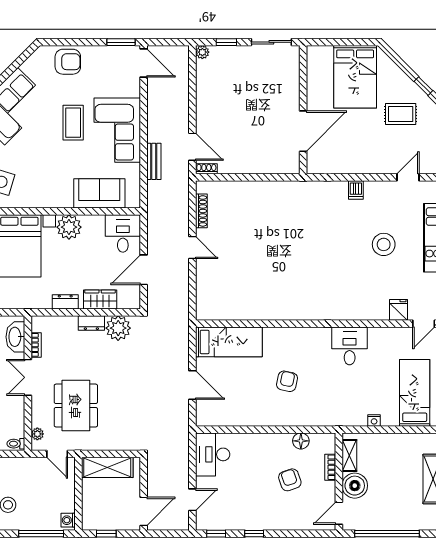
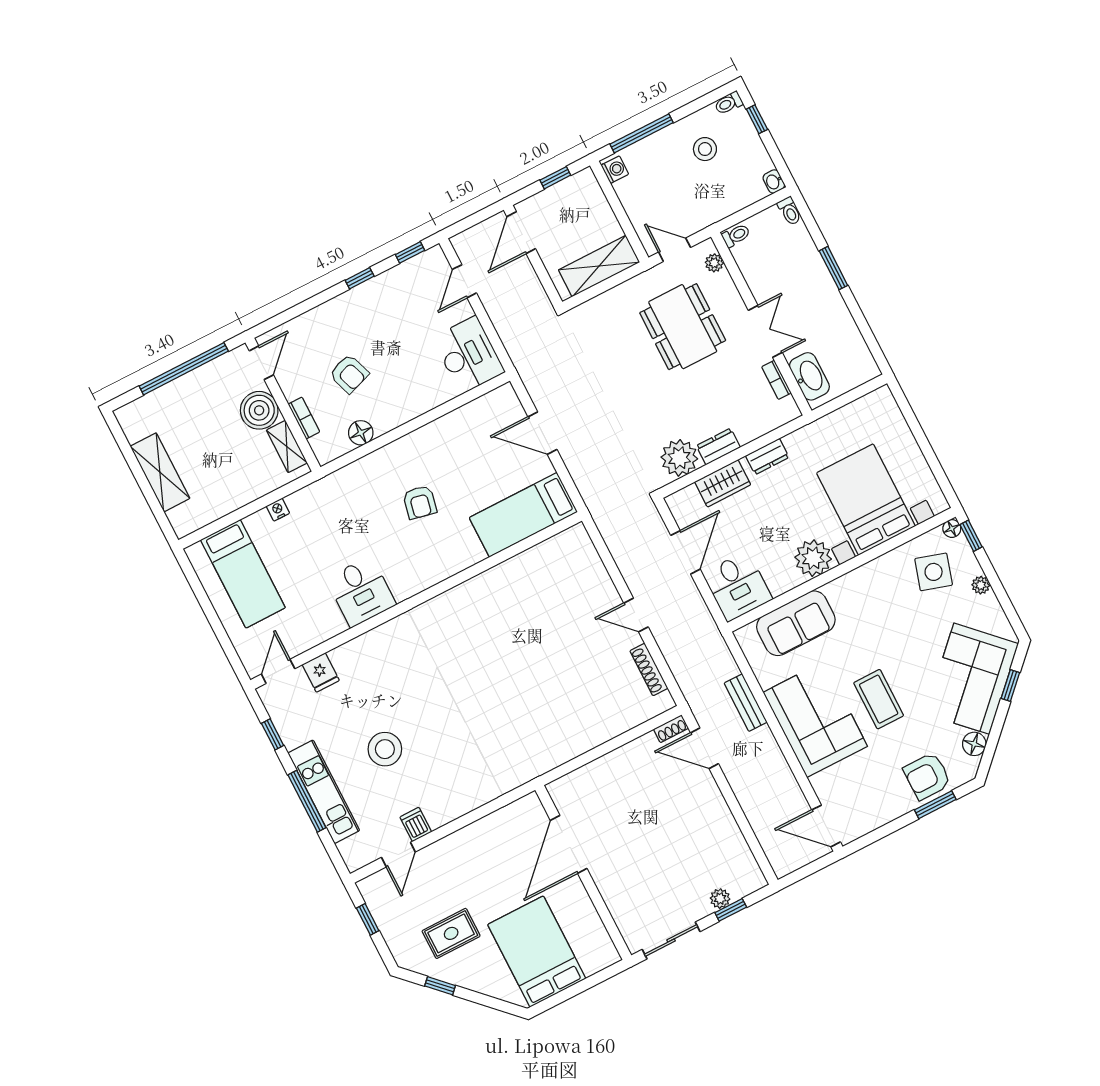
window: (121, 42) -> (935, 805), moved
plant: (202, 52) -> (720, 899), moved
floor lamp: (30, 67) -> (974, 744), added
dishwasher: (356, 190) -> (416, 824), moved

